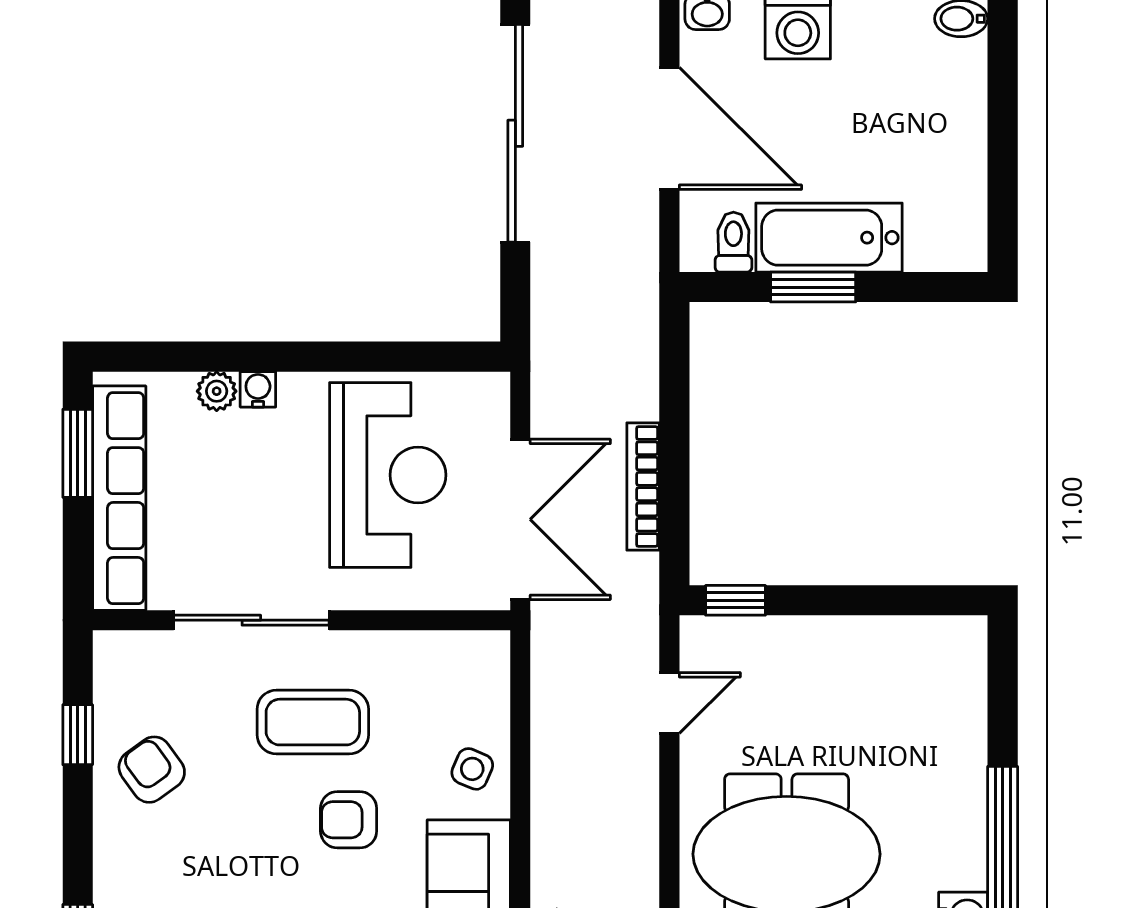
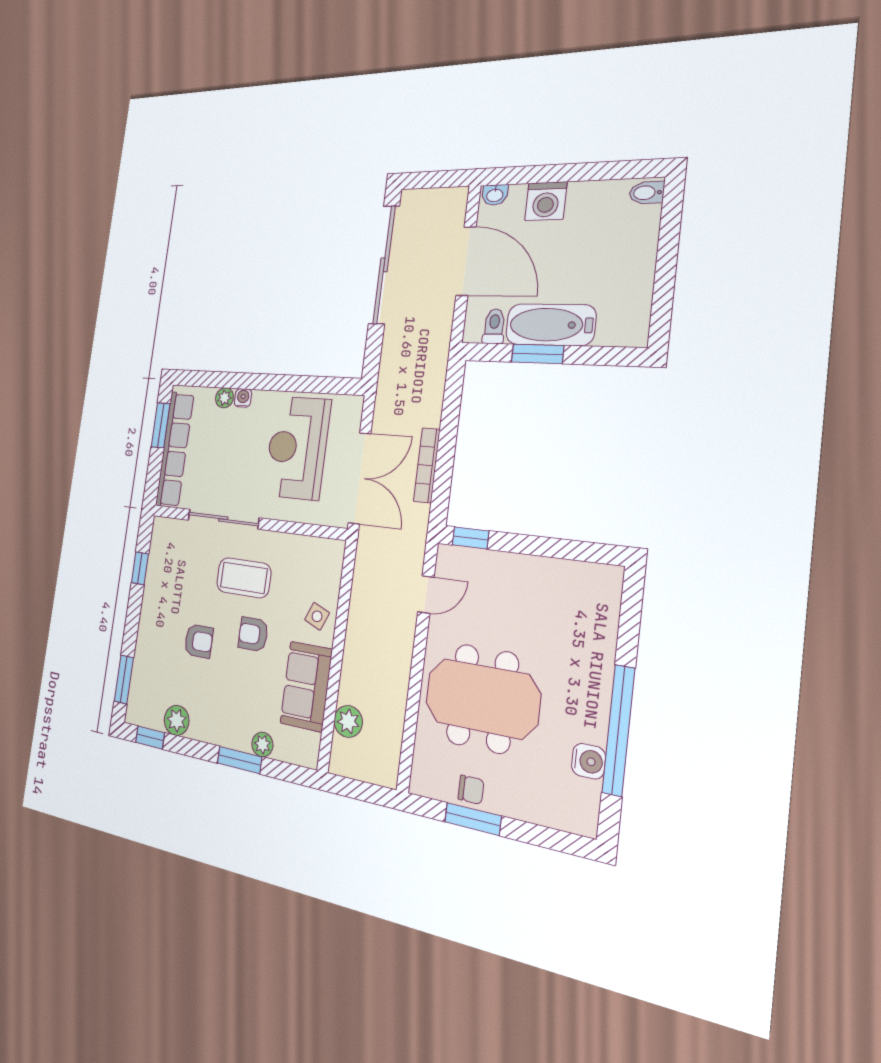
reception desk: (388, 475) -> (297, 448), turned 180
armchair: (152, 770) -> (199, 641), moved, turned 126

